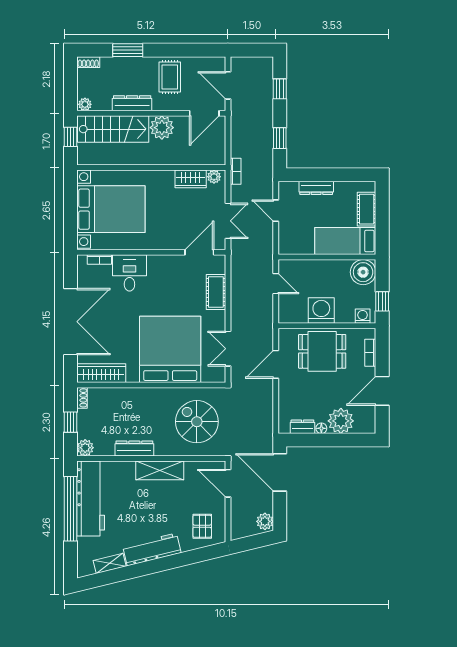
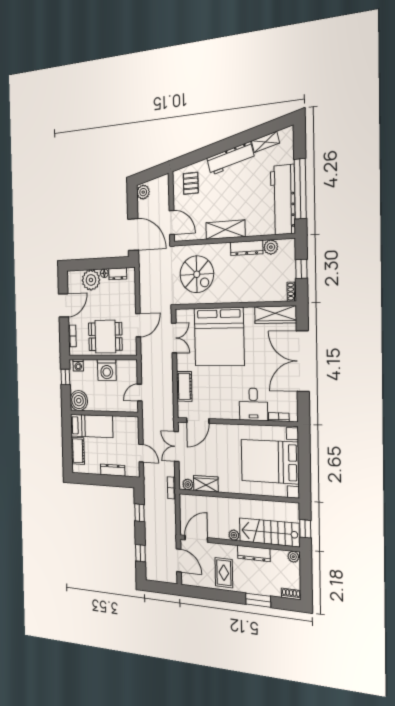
plant: (162, 128) -> (234, 535), width x0.53, depth x0.53
door: (276, 284) -> (140, 393), hinge flipped
plant: (85, 448) -> (271, 247), moved

